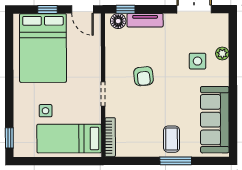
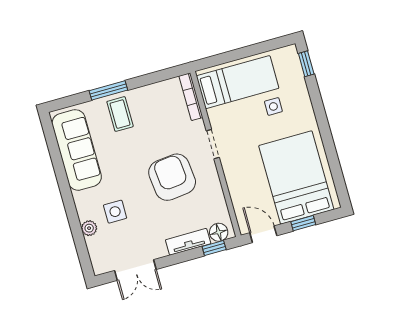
armchair: (144, 76) -> (172, 177), width x1.88, depth x1.88

